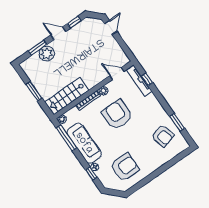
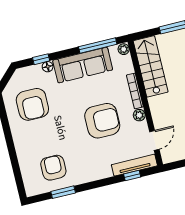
armchair: (163, 136) -> (53, 168), turned 105

